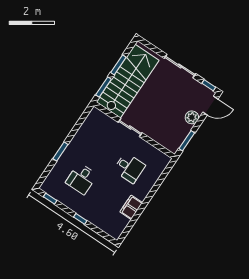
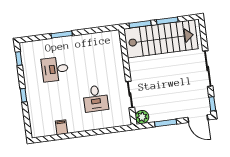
plant: (192, 117) -> (142, 117), moved
sliding door: (130, 128) -> (130, 94), moved
window: (187, 141) -> (166, 123), moved
filing cabinet: (131, 207) -> (61, 127), width x0.50

